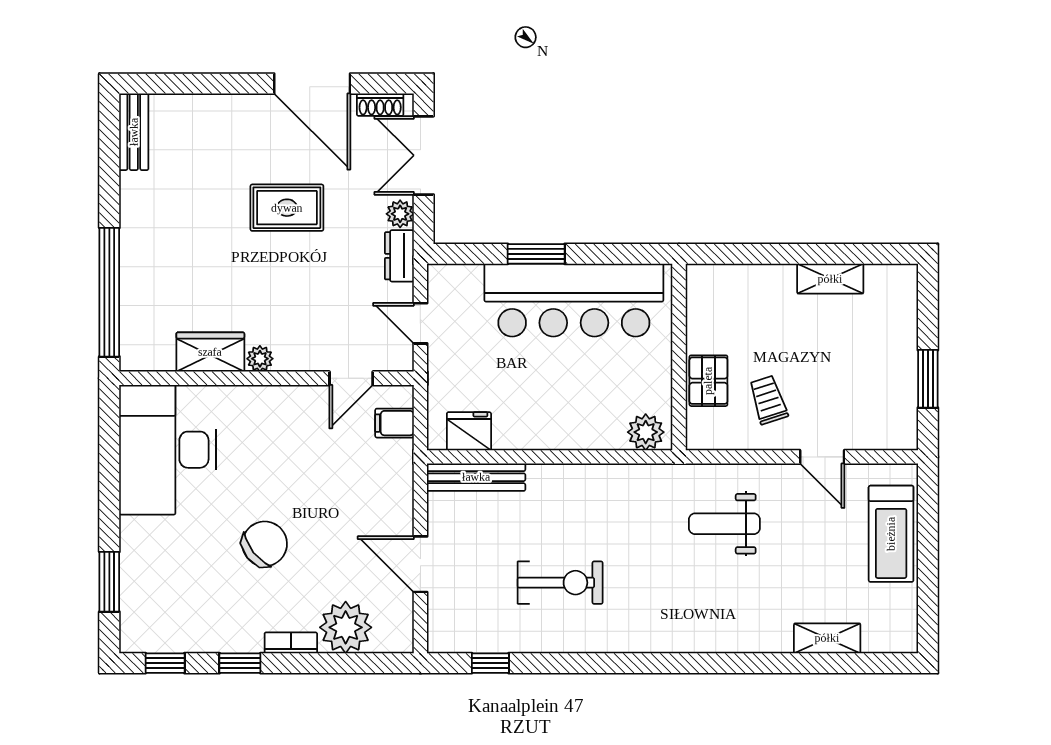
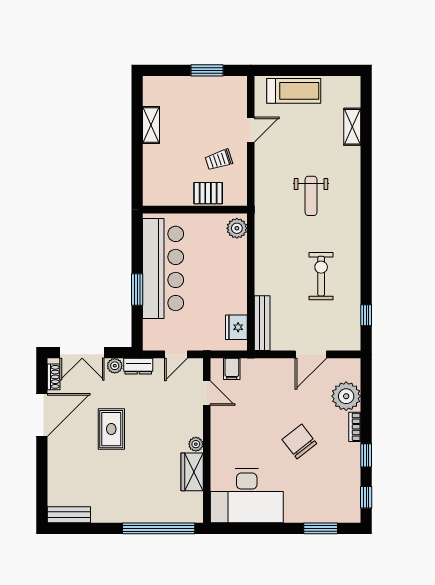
weight bench: (724, 524) -> (311, 196), moved

